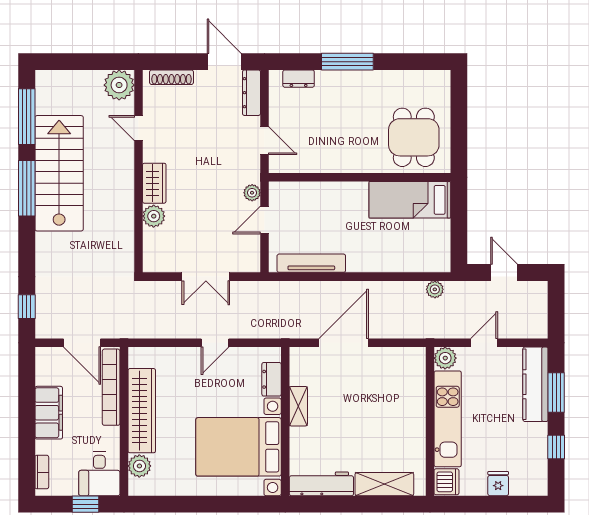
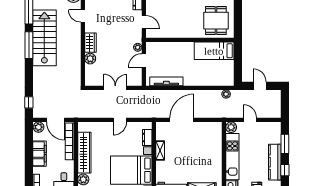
double door: (206, 277) -> (115, 88), swing flipped
door: (484, 343) -> (250, 120), hinge flipped
plant: (47, 358) -> (39, 127), added
kitchen counter: (535, 384) -> (275, 162), moved

